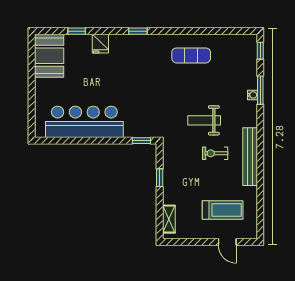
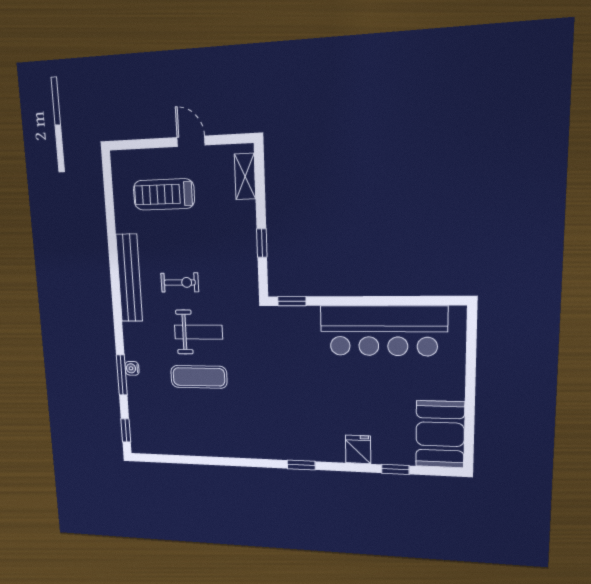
exercise mat: (191, 55) -> (199, 377), moved
door: (227, 242) -> (191, 141), moved

